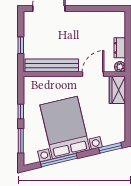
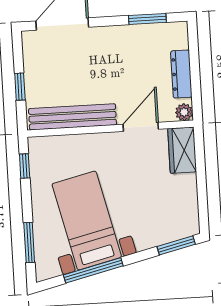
window: (101, 9) -> (147, 19), added
dresser: (120, 48) -> (181, 74), width x1.44
window: (21, 111) -> (25, 166), moved
bed with nightstands: (65, 127) -> (87, 220), width x0.73

